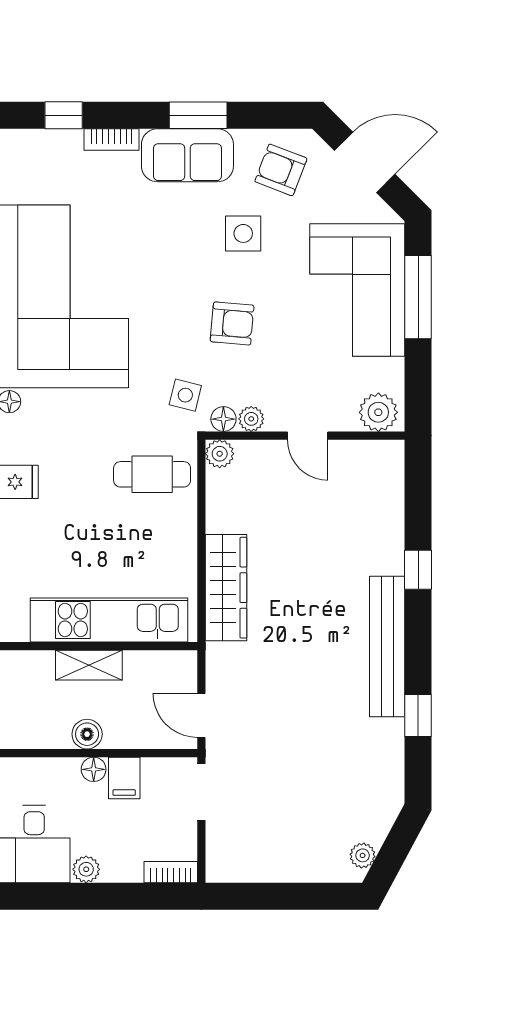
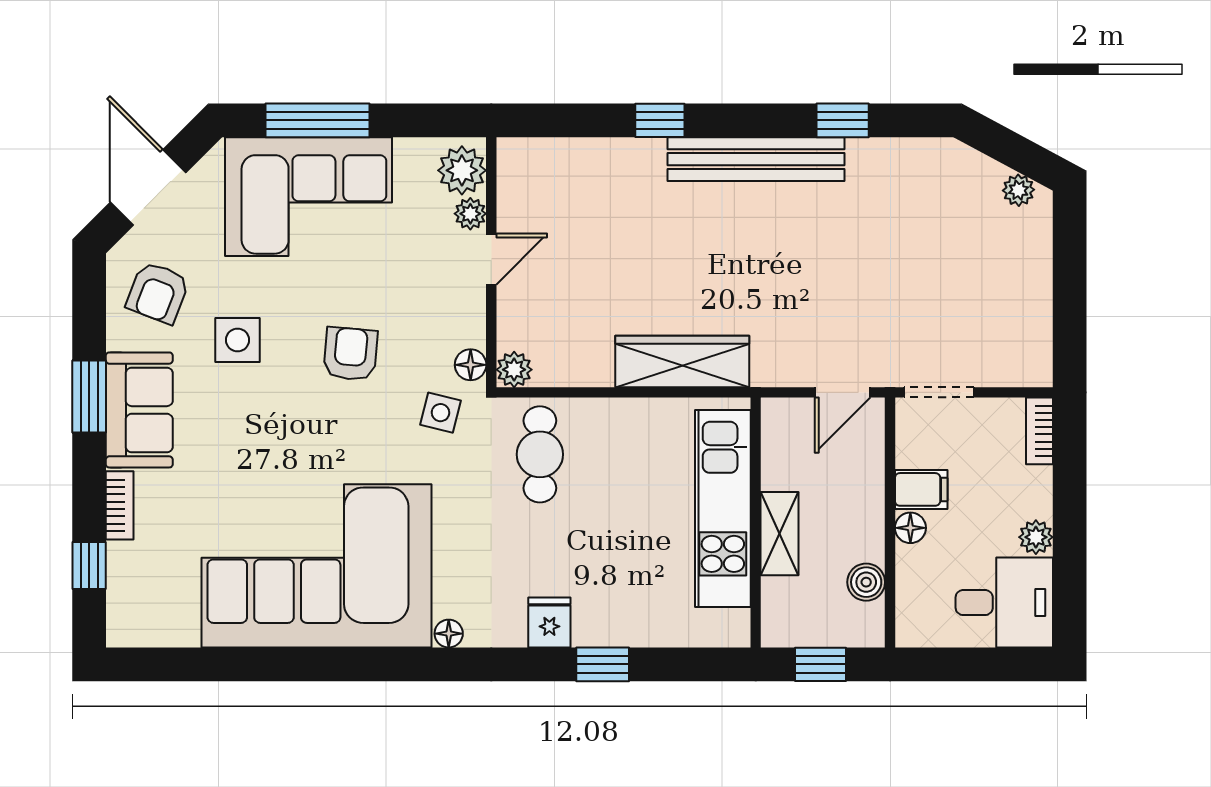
plant: (251, 419) -> (470, 214), moved
boiler: (87, 734) -> (866, 582), moved

